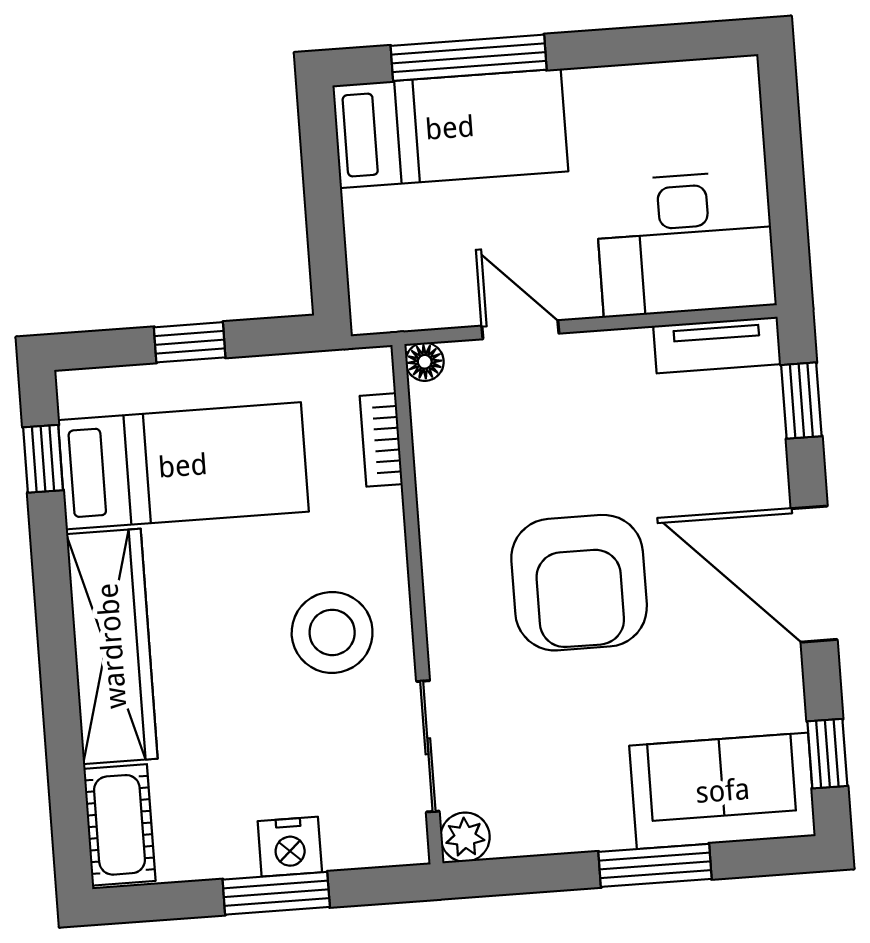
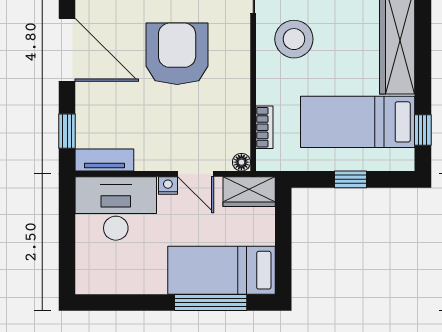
wardrobe: (404, 300) -> (249, 192), added
nightstand: (578, 301) -> (168, 185), added

